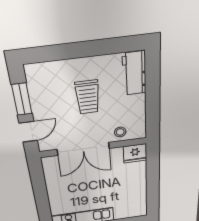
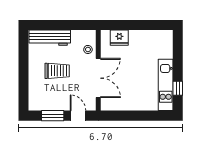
workbench: (134, 73) -> (50, 38), width x1.38
fridge: (135, 153) -> (119, 38), moved, turned 90

